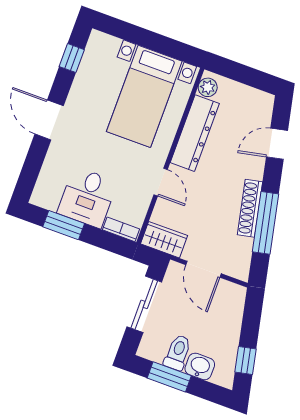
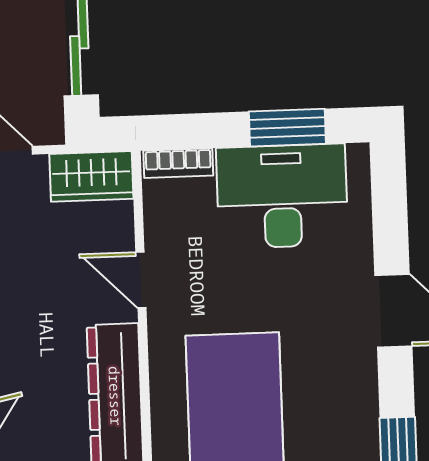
desk: (87, 197) -> (282, 196), width x1.37

